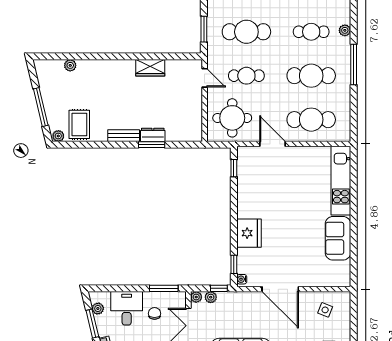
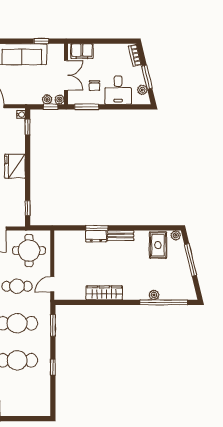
window: (72, 56) -> (164, 302), added
plant: (70, 65) -> (154, 295), moved
wardrobe: (150, 68) -> (104, 293), width x1.50
door: (205, 78) -> (52, 284), hinge flipped
fridge: (249, 233) -> (15, 166), moved
window: (219, 288) -> (50, 107), moved

